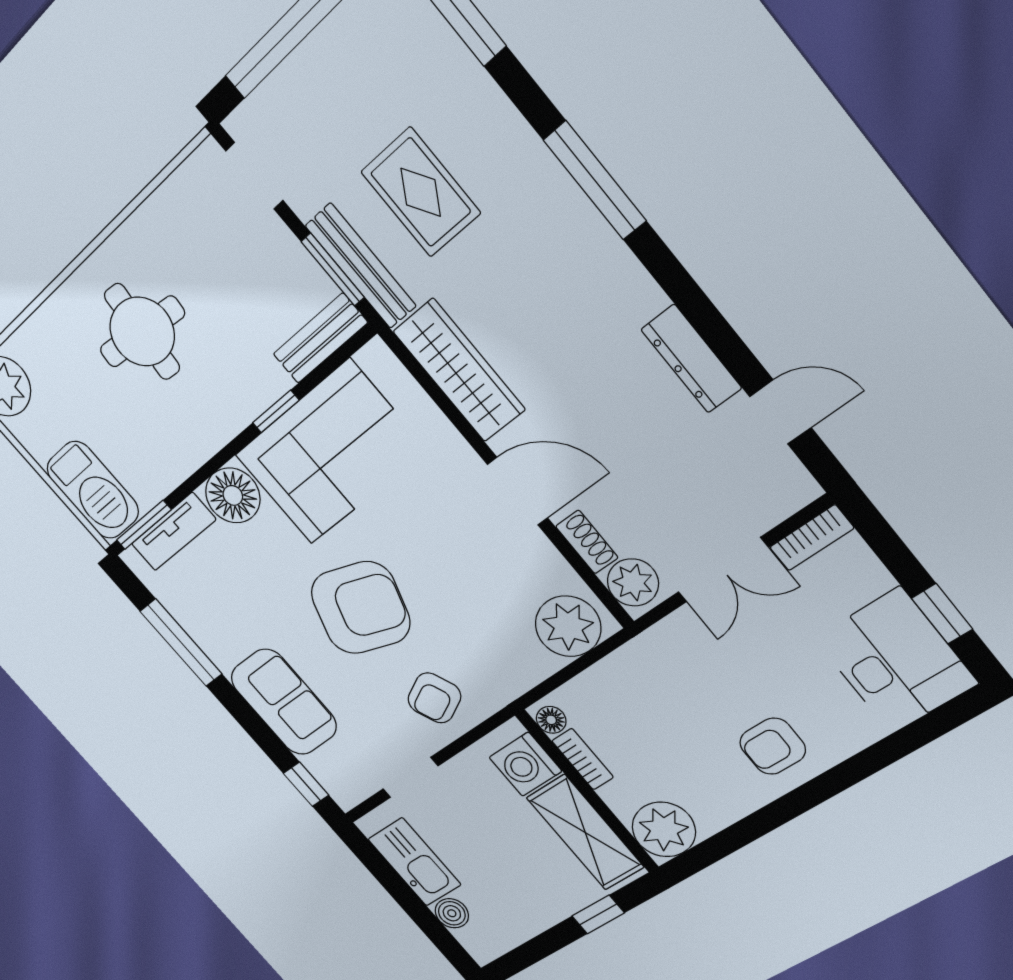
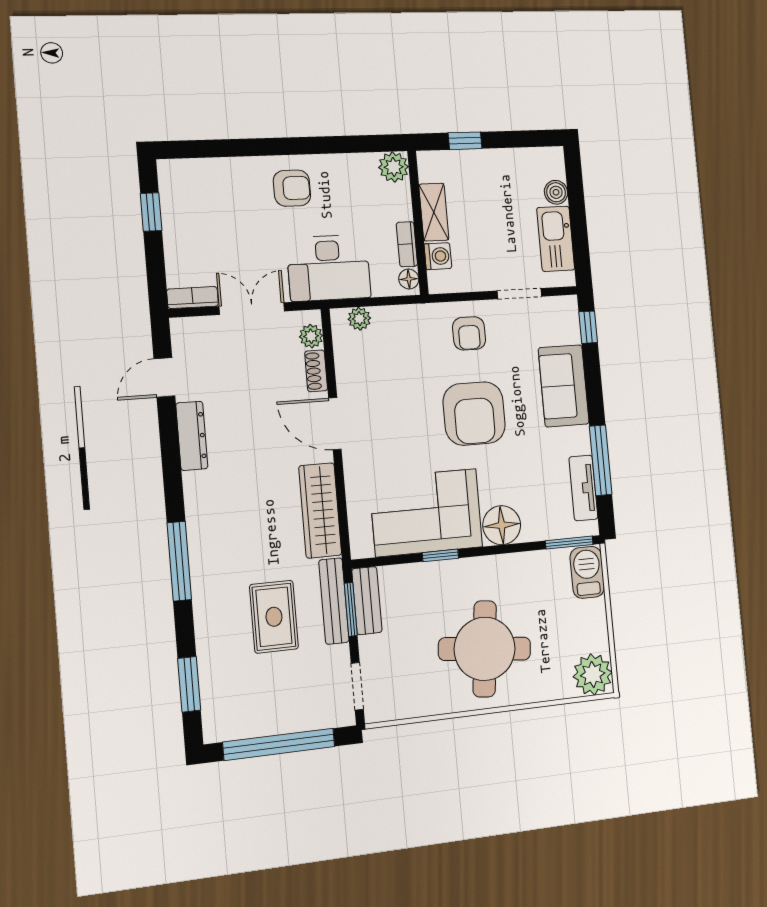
round table: (142, 332) -> (485, 649), width x1.36, depth x1.36
bench: (320, 338) -> (367, 601), moved, turned 90
door: (780, 412) -> (164, 377), hinge flipped
barbecue: (93, 490) -> (587, 572), width x0.73, depth x0.83
tv unit: (174, 532) -> (583, 488), moved, turned -90
plant: (633, 582) -> (311, 336), width x0.73, depth x0.73
armchair: (361, 608) -> (474, 414), turned -109
plant: (568, 626) -> (359, 319), width x0.53, depth x0.53
desk: (896, 661) -> (329, 268), moved, turned -90
armchair: (434, 698) -> (469, 333), turned 115
washing machine: (525, 764) -> (438, 256), width x0.73, depth x0.73
plant: (664, 829) -> (394, 167), width x0.73, depth x0.73
shelving: (585, 832) -> (434, 212), width x0.67, depth x0.75

